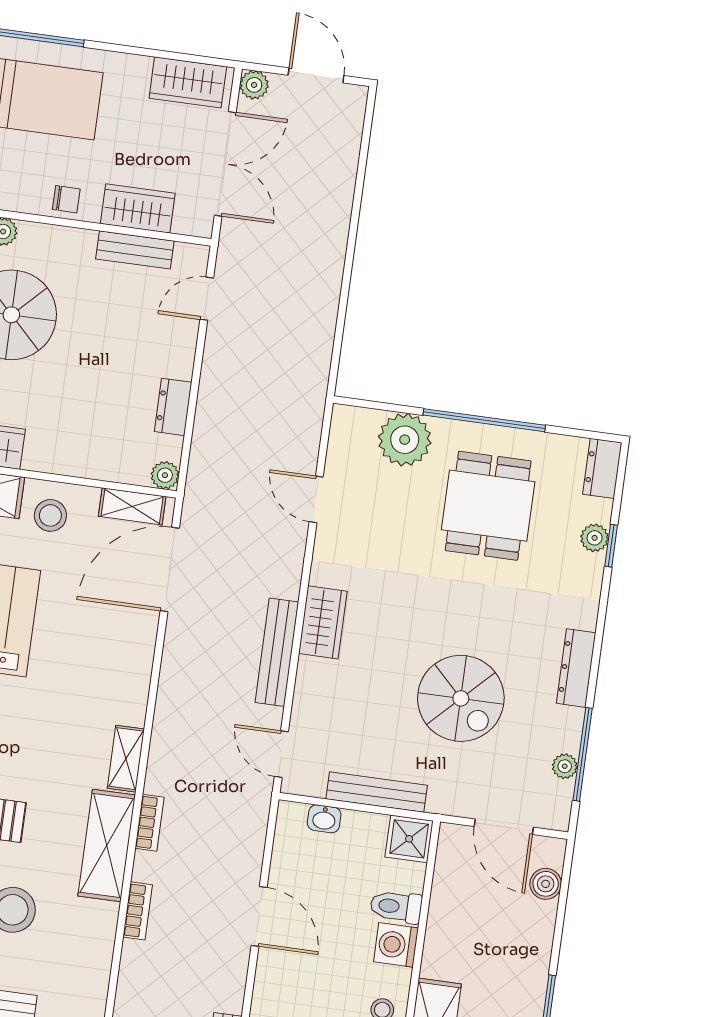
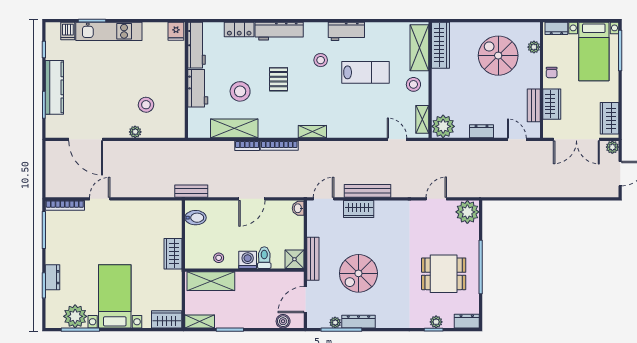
dresser: (173, 407) -> (482, 131), moved
plant: (405, 440) -> (467, 212), moved
plant: (165, 475) -> (443, 126), width x1.88, depth x1.88
door: (170, 569) -> (397, 139), width x0.53
wardrobe: (323, 622) -> (359, 209), moved
dresser: (576, 668) -> (358, 322), moved
bench: (377, 792) -> (313, 259), moved
washbasin: (324, 819) -> (298, 208), moved
bookcase: (149, 823) -> (279, 146), width x1.56
shelving: (107, 845) -> (234, 128), moved

